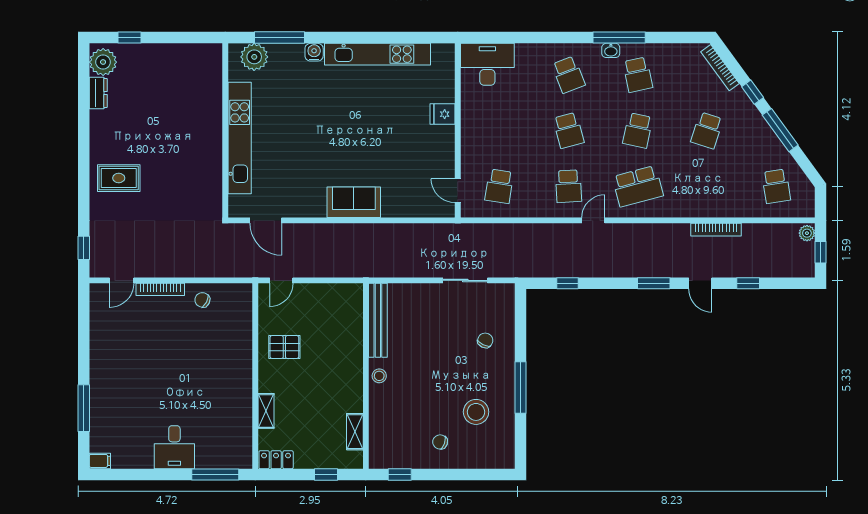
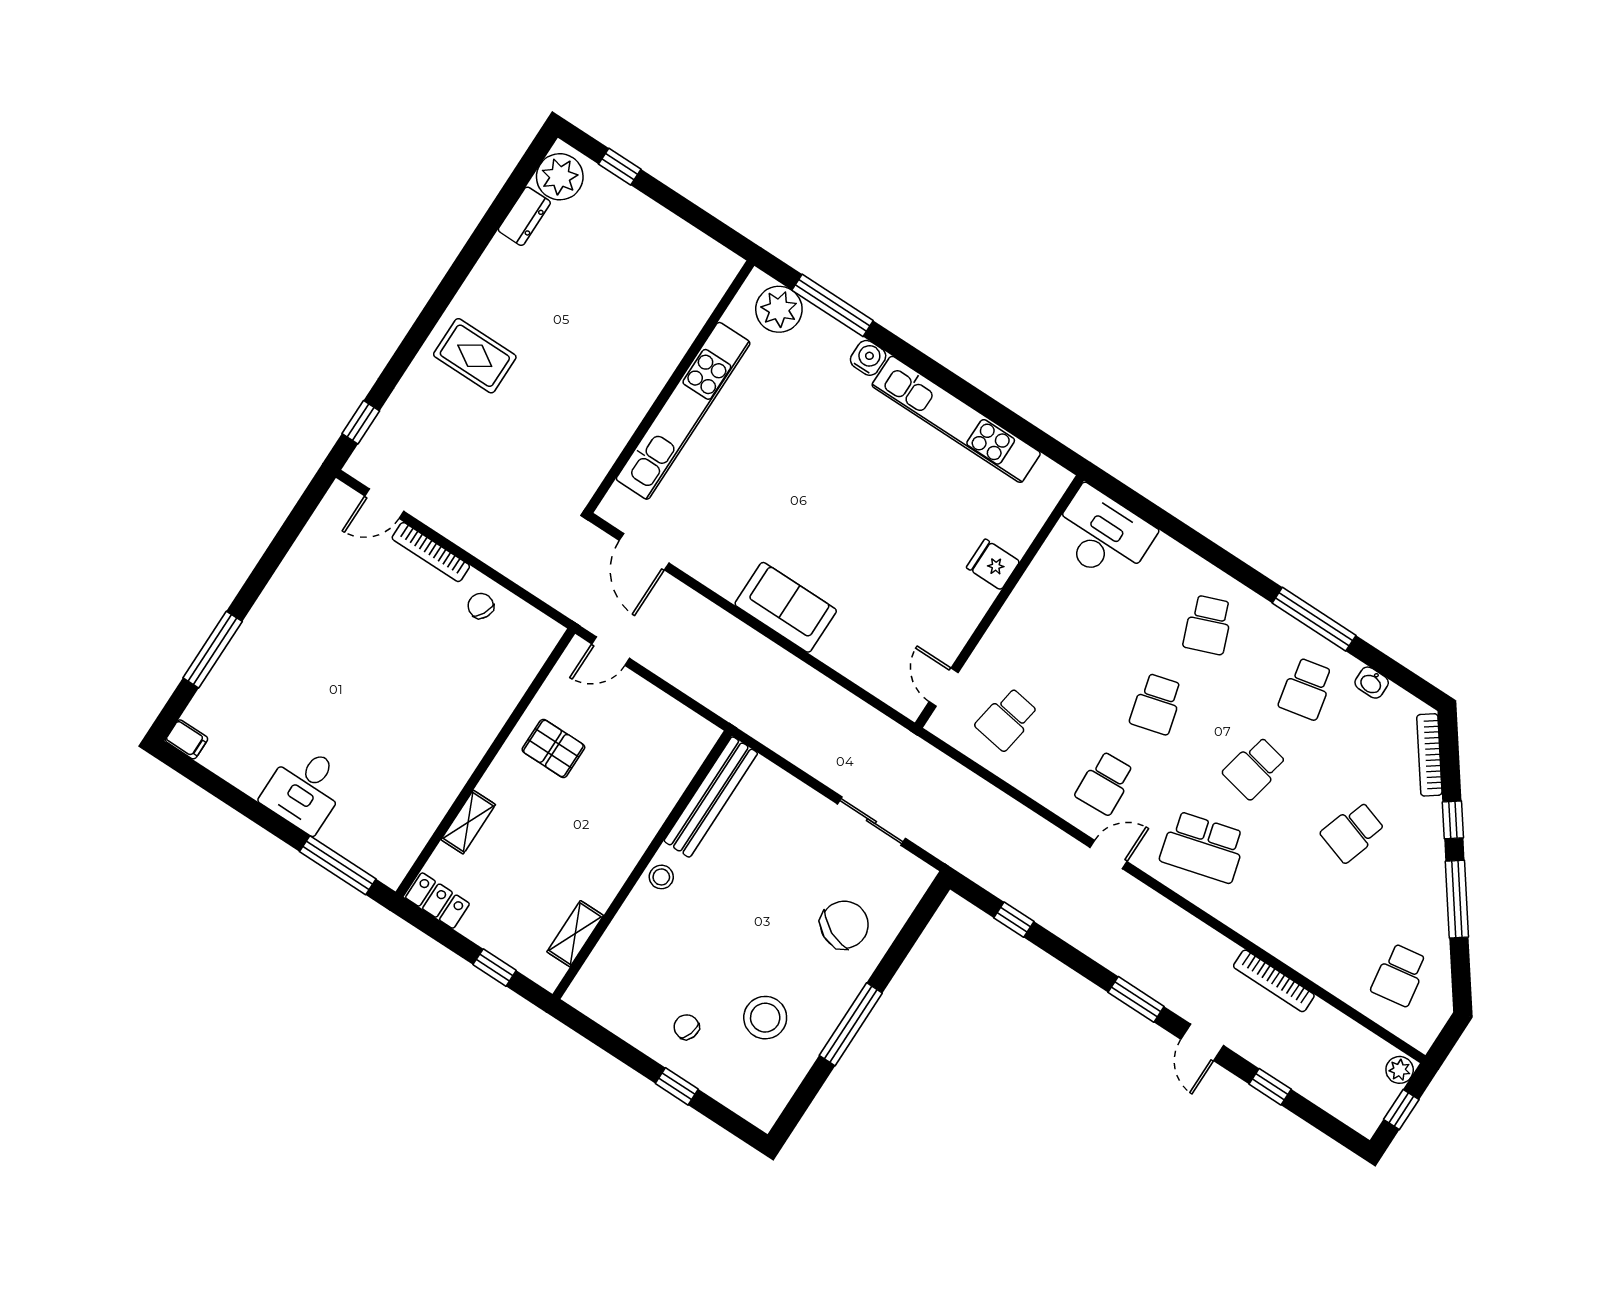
washbasin: (611, 50) -> (1372, 683), moved
chair: (485, 340) -> (844, 925), width x1.87, depth x1.87
window: (400, 474) -> (677, 1086), moved

